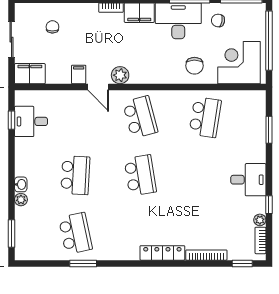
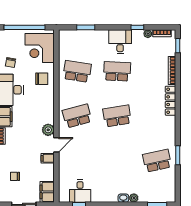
school desk: (75, 175) -> (117, 71), moved

